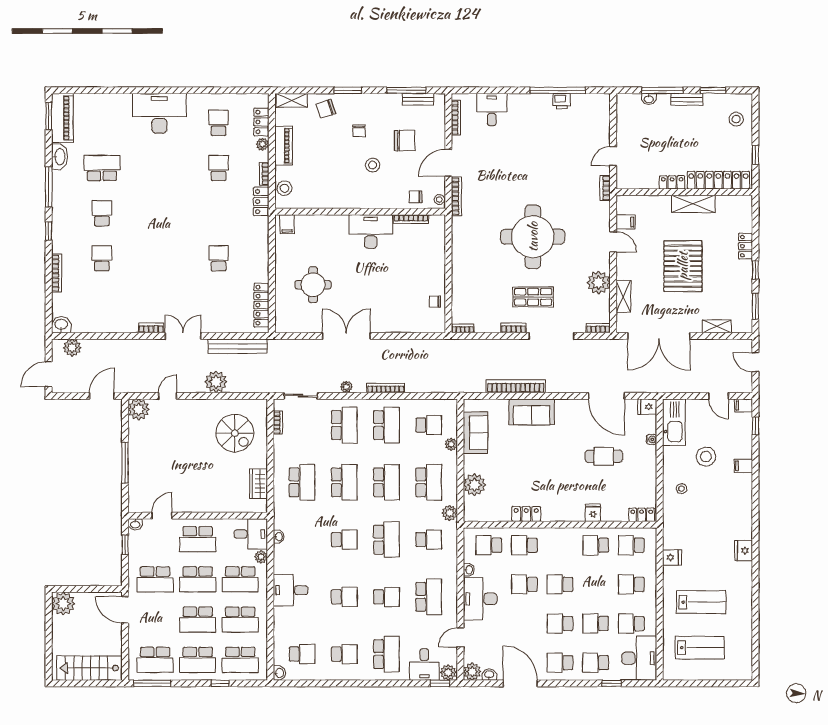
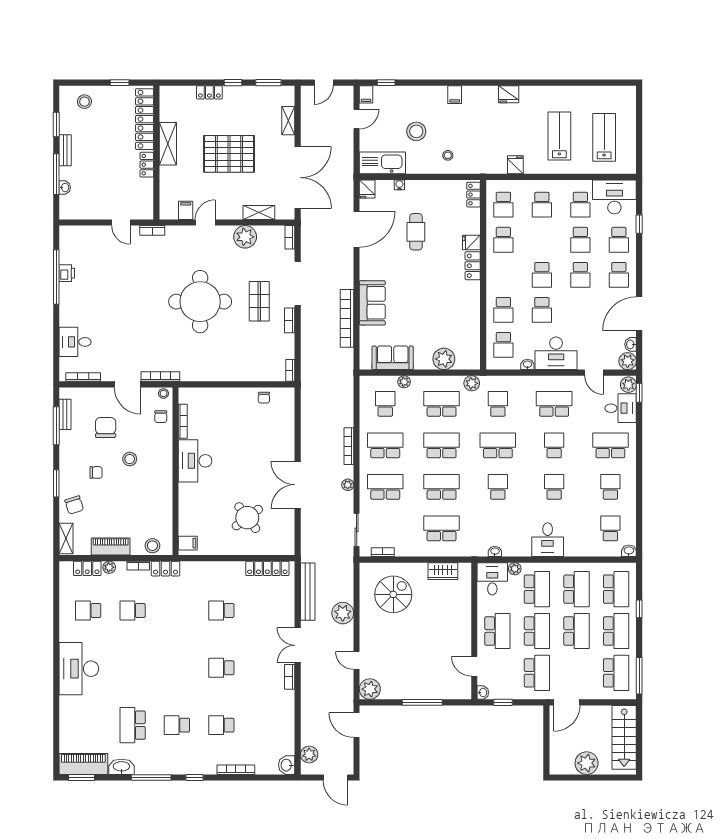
school desk: (160, 258) -> (221, 668), added
round table: (313, 285) -> (247, 518), turned -37
filing cabinet: (743, 466) -> (455, 95), moved
locker: (526, 514) -> (473, 266), moved
plant: (63, 604) -> (587, 763), moved

